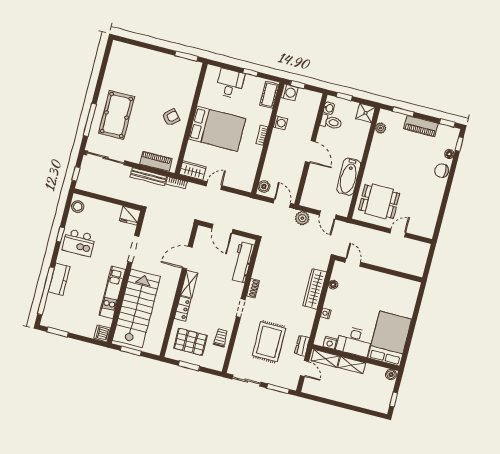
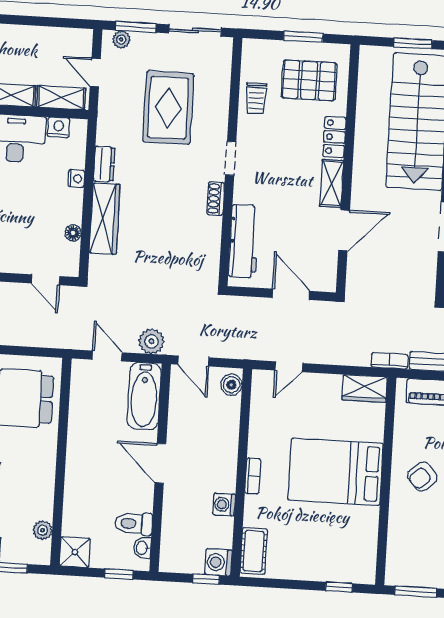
window: (250, 72) -> (339, 587), moved
desk: (230, 83) -> (328, 558), removed
bathtub: (349, 177) -> (144, 396), moved, turned 180
door: (214, 186) -> (289, 367), moved
dresser: (302, 346) -> (104, 164), moved
plant: (287, 383) -> (121, 39), added

